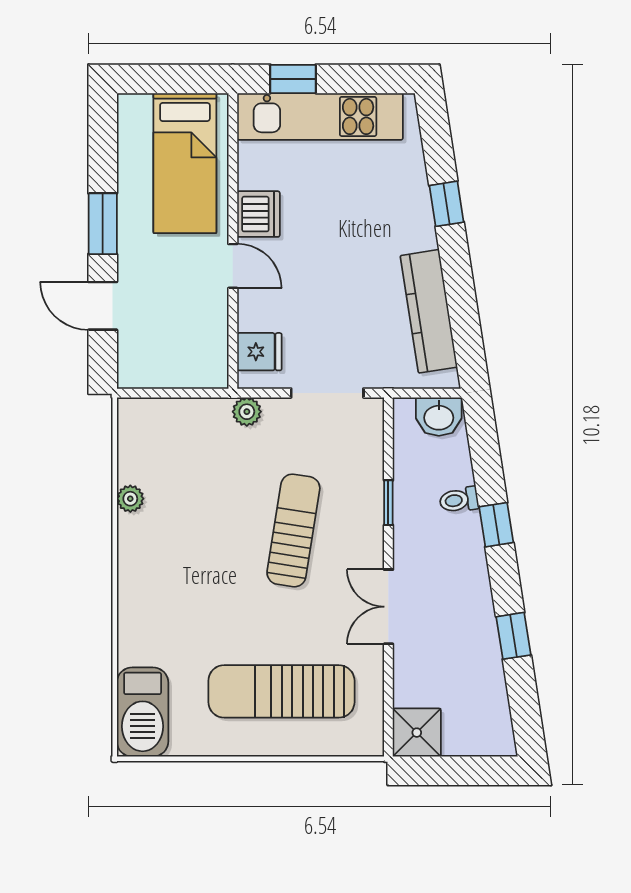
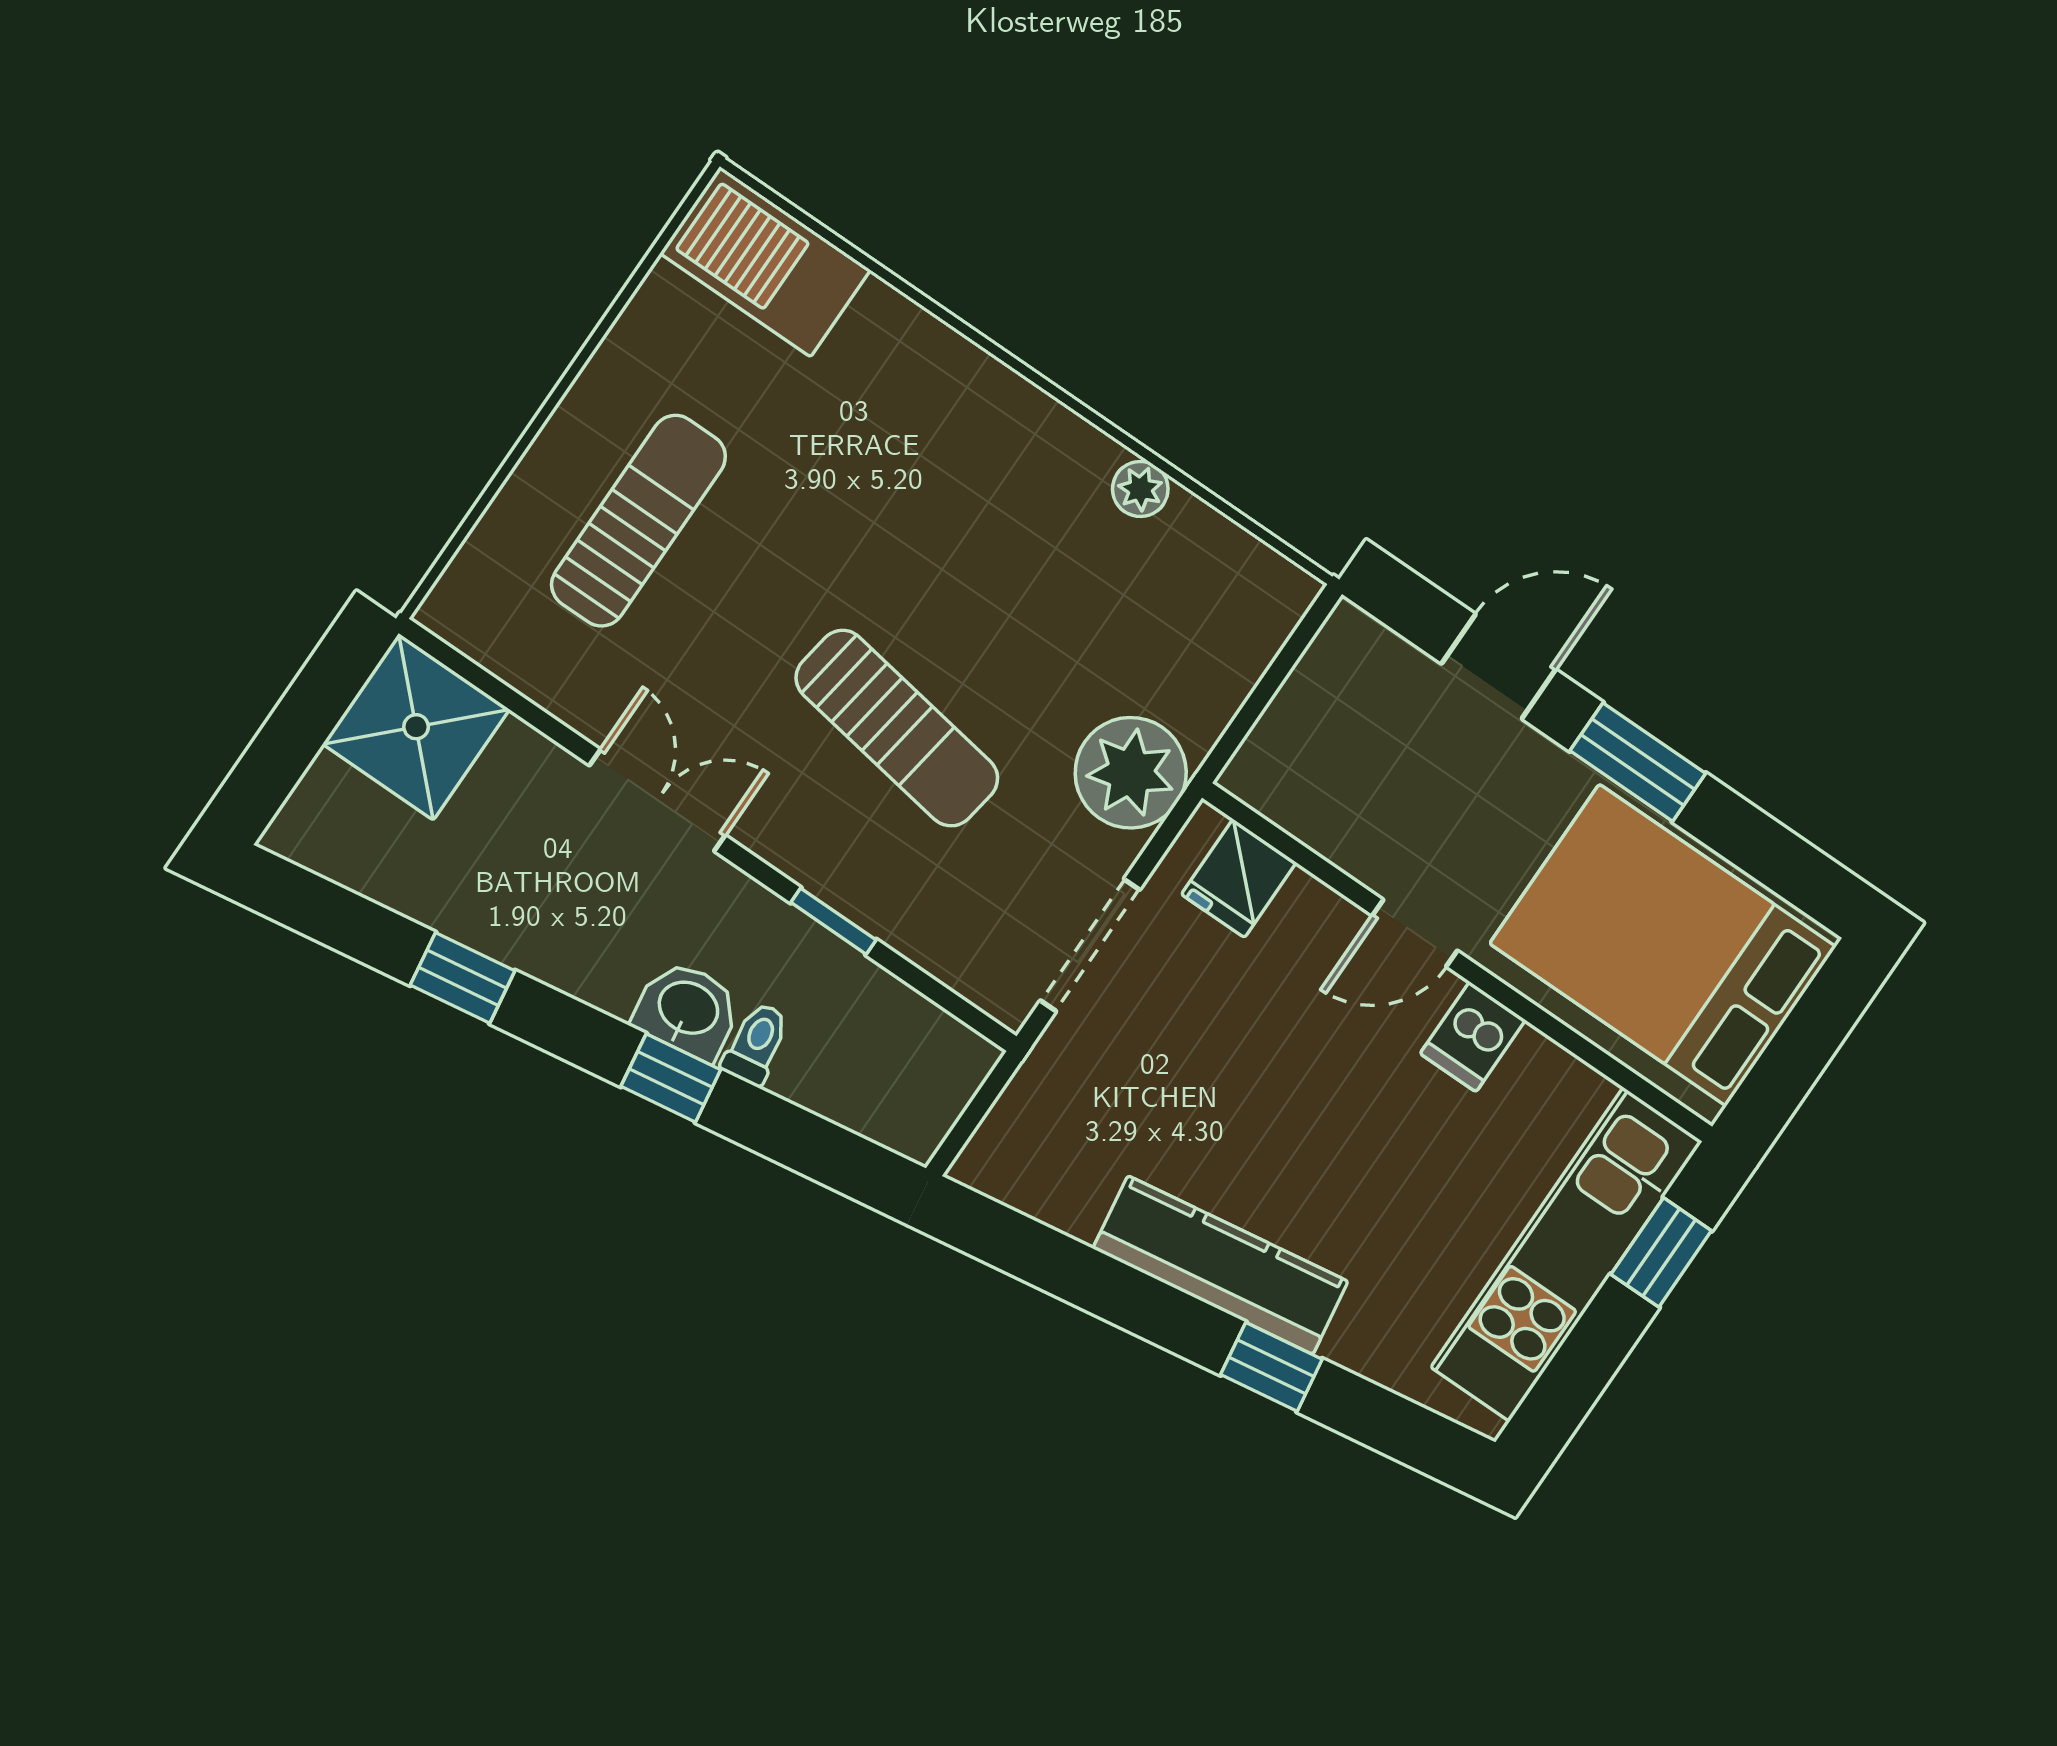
bed: (185, 163) -> (1663, 945), width x1.50
dishwasher: (258, 214) -> (1473, 1037), width x0.73
kitchen counter: (429, 311) -> (1220, 1265), moved
plant: (247, 412) -> (1131, 773), width x1.87, depth x1.87
washbasin: (439, 417) -> (687, 1010), moved, turned 81
sun lounger: (281, 691) -> (638, 521), width x0.73, depth x0.75
shower: (417, 733) -> (416, 727), width x1.36, depth x1.36

